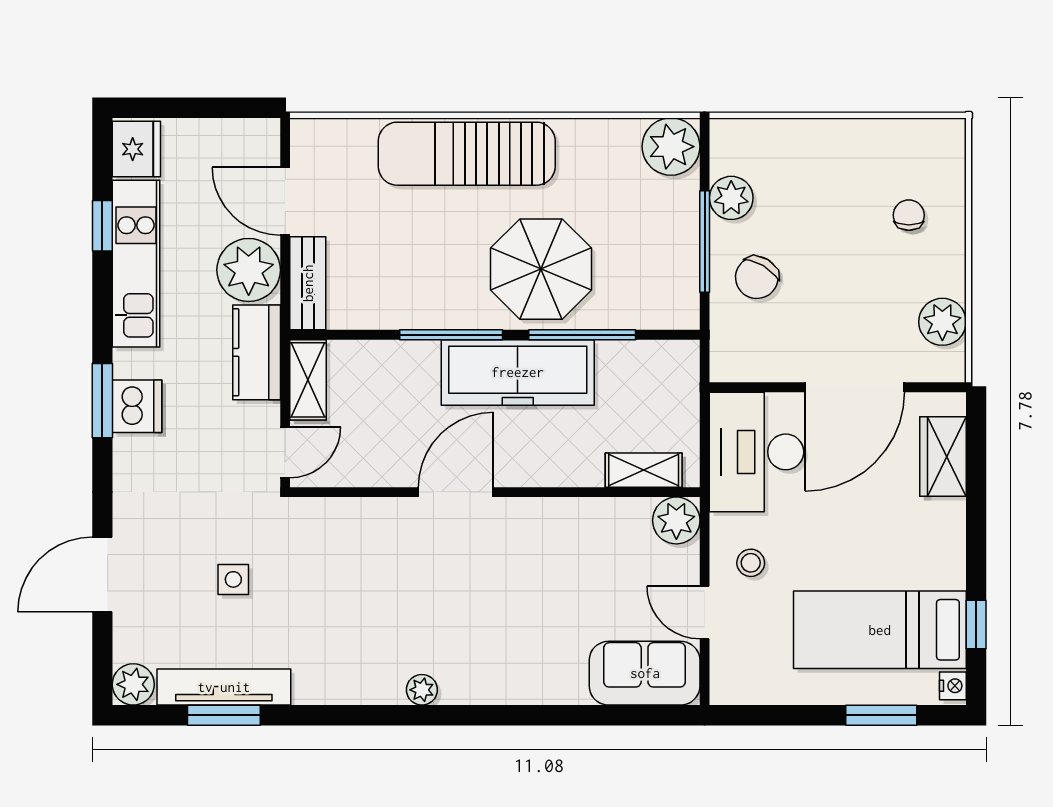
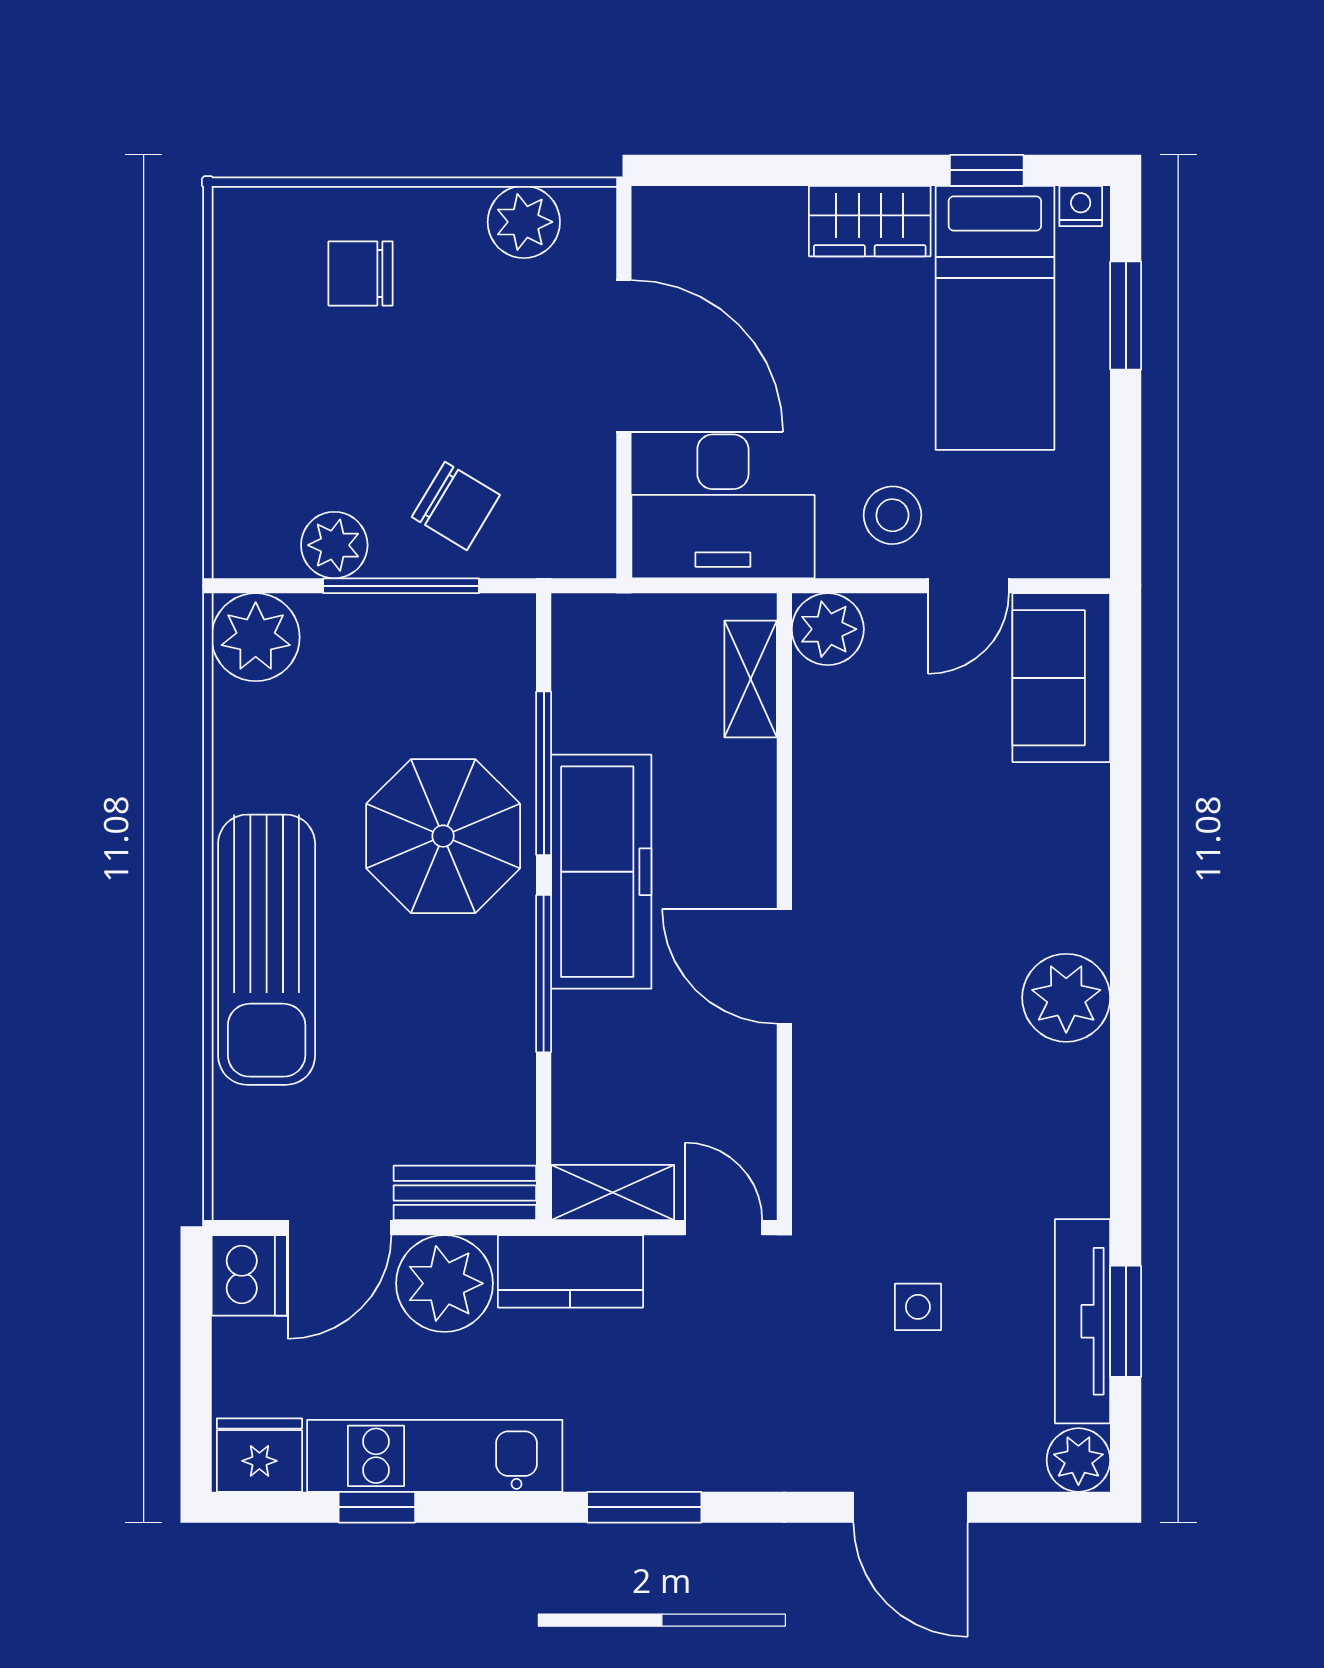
chair: (909, 215) -> (361, 273), width x1.37, depth x1.37
dishwasher: (137, 406) -> (249, 1275), moved, turned 90
wardrobe: (943, 456) -> (870, 221), moved
stool: (751, 563) -> (892, 515), width x1.37, depth x1.37
plant: (422, 690) -> (1066, 998), width x1.88, depth x1.88

